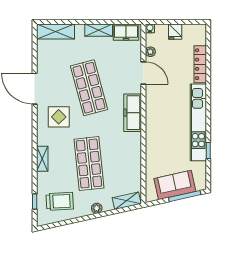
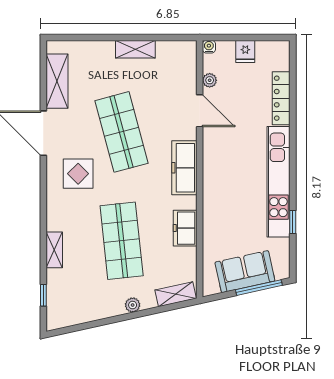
shelving: (55, 31) -> (57, 81), moved, turned 90
freezer: (126, 32) -> (185, 228), moved, turned 90
shelving: (42, 159) -> (54, 250), moved
trolley: (60, 201) -> (79, 295), removed

